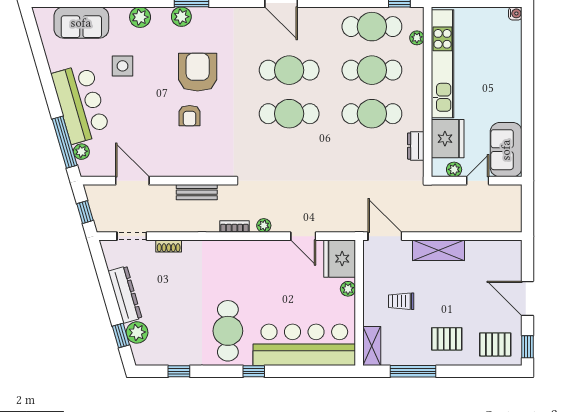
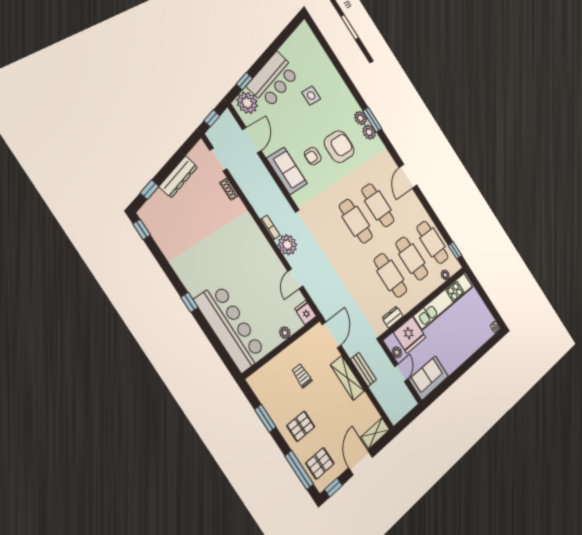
plant: (140, 17) -> (369, 132), moved
sofa: (81, 23) -> (287, 171), moved, turned 180
window: (65, 142) -> (244, 81), width x0.46
plant: (81, 152) -> (247, 103), width x1.87, depth x1.87
door: (478, 181) -> (401, 373), hinge flipped
bench: (197, 192) -> (363, 369), moved
plant: (264, 225) -> (287, 245), width x1.87, depth x1.87
fridge: (340, 259) -> (306, 312), width x0.53, depth x0.75
cafe table: (228, 331) -> (203, 266), removed
plant: (137, 332) -> (159, 200), removed
pallet: (447, 339) -> (301, 426), turned 90
pallet: (495, 344) -> (320, 463), turned 90
shelving: (372, 346) -> (375, 433), moved
window: (179, 371) -> (142, 229), moved
window: (413, 371) -> (265, 418), width x0.69
window: (485, 371) -> (299, 470), added

